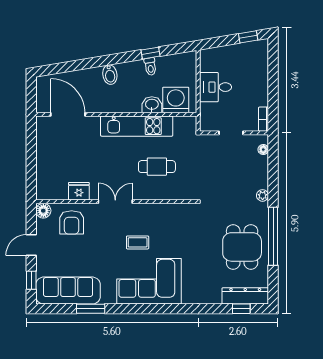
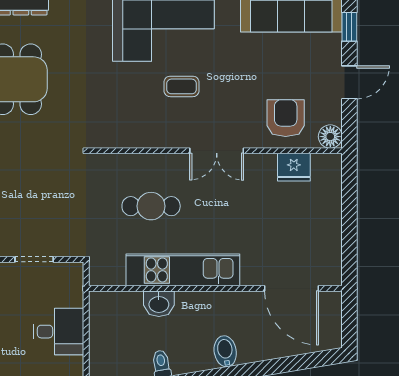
washing machine: (176, 100) -> (121, 311), removed
fridge: (79, 191) -> (294, 167), moved

